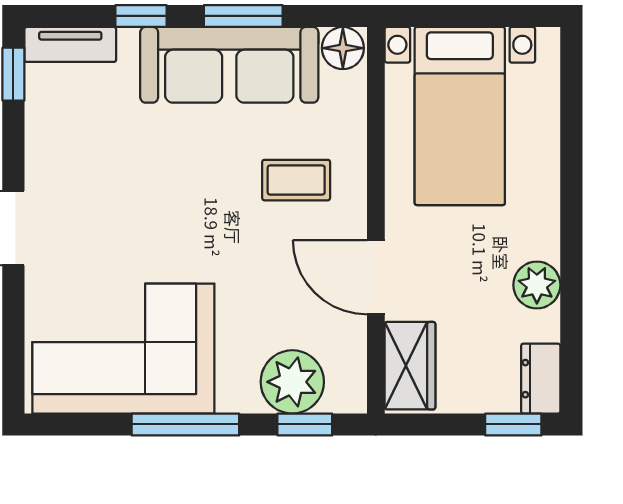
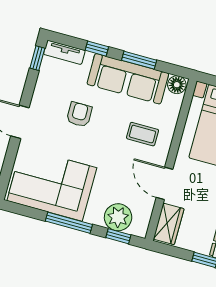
armchair: (142, 175) -> (79, 114), added

